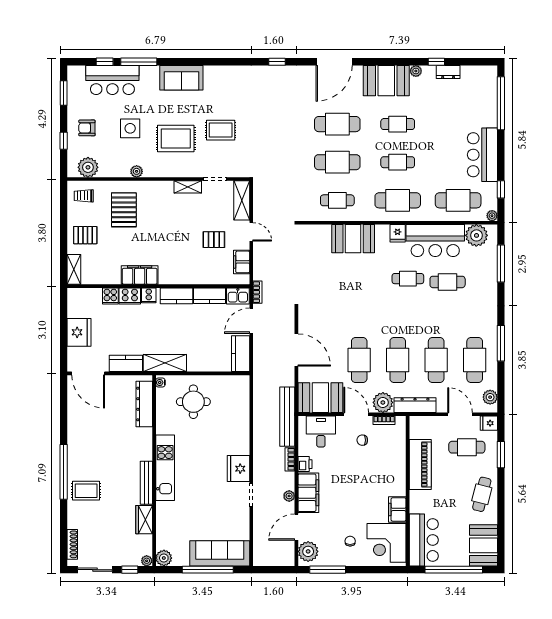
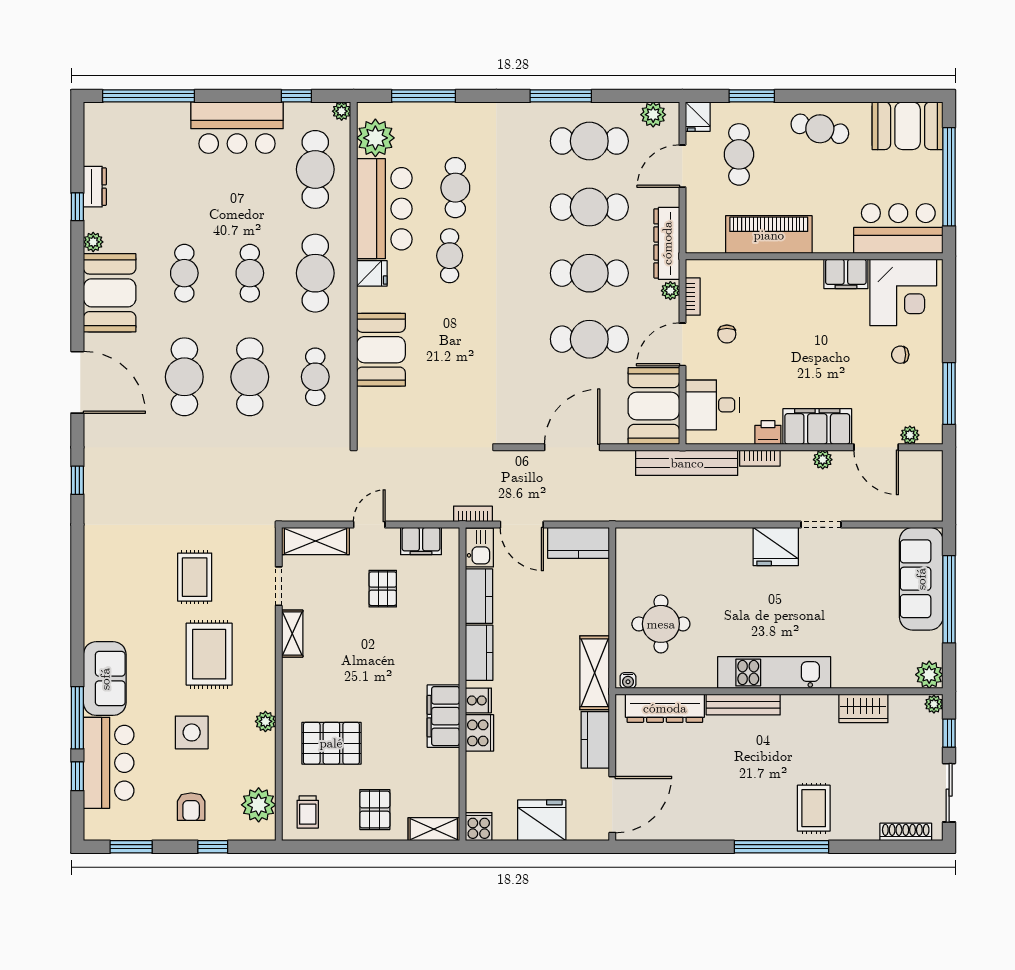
sofa: (181, 78) -> (105, 679), moved
cooker: (110, 296) -> (479, 827), moved, turned -90
plant: (383, 402) -> (670, 291), width x0.53, depth x0.53
bench: (146, 483) -> (743, 705), moved
plant: (308, 551) -> (910, 435), width x0.53, depth x0.53

